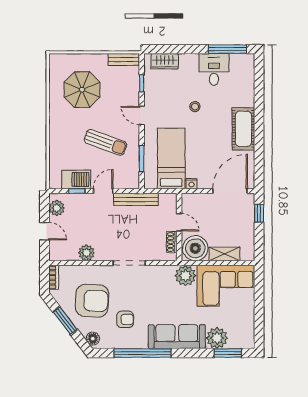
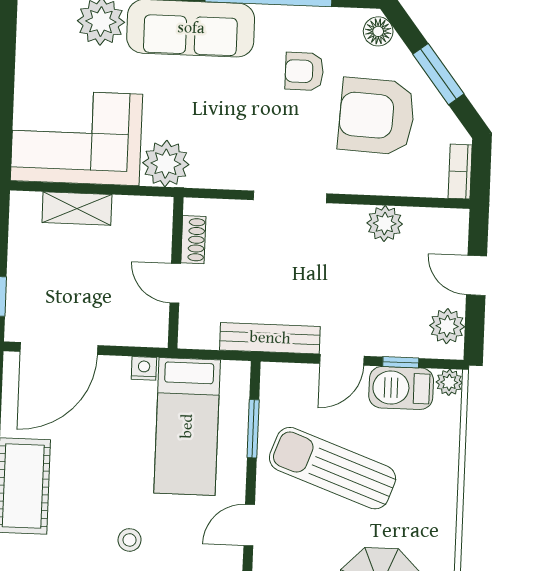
door: (142, 115) -> (249, 525), swing flipped
sun lounger: (105, 142) -> (332, 468), width x1.36, depth x1.34
plant: (55, 183) -> (449, 382), added
boiler: (195, 248) -> (141, 224), removed

